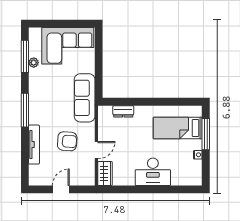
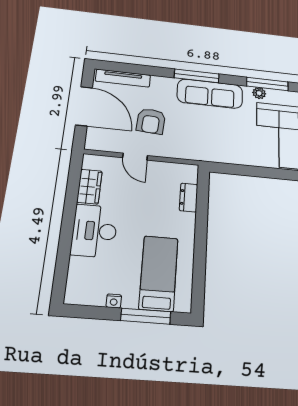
sofa: (85, 98) -> (210, 94), moved, turned 180
tv unit: (34, 145) -> (123, 78), moved
wardrobe: (105, 173) -> (89, 187), moved, turned -90
door: (61, 189) -> (84, 106), width x1.88

